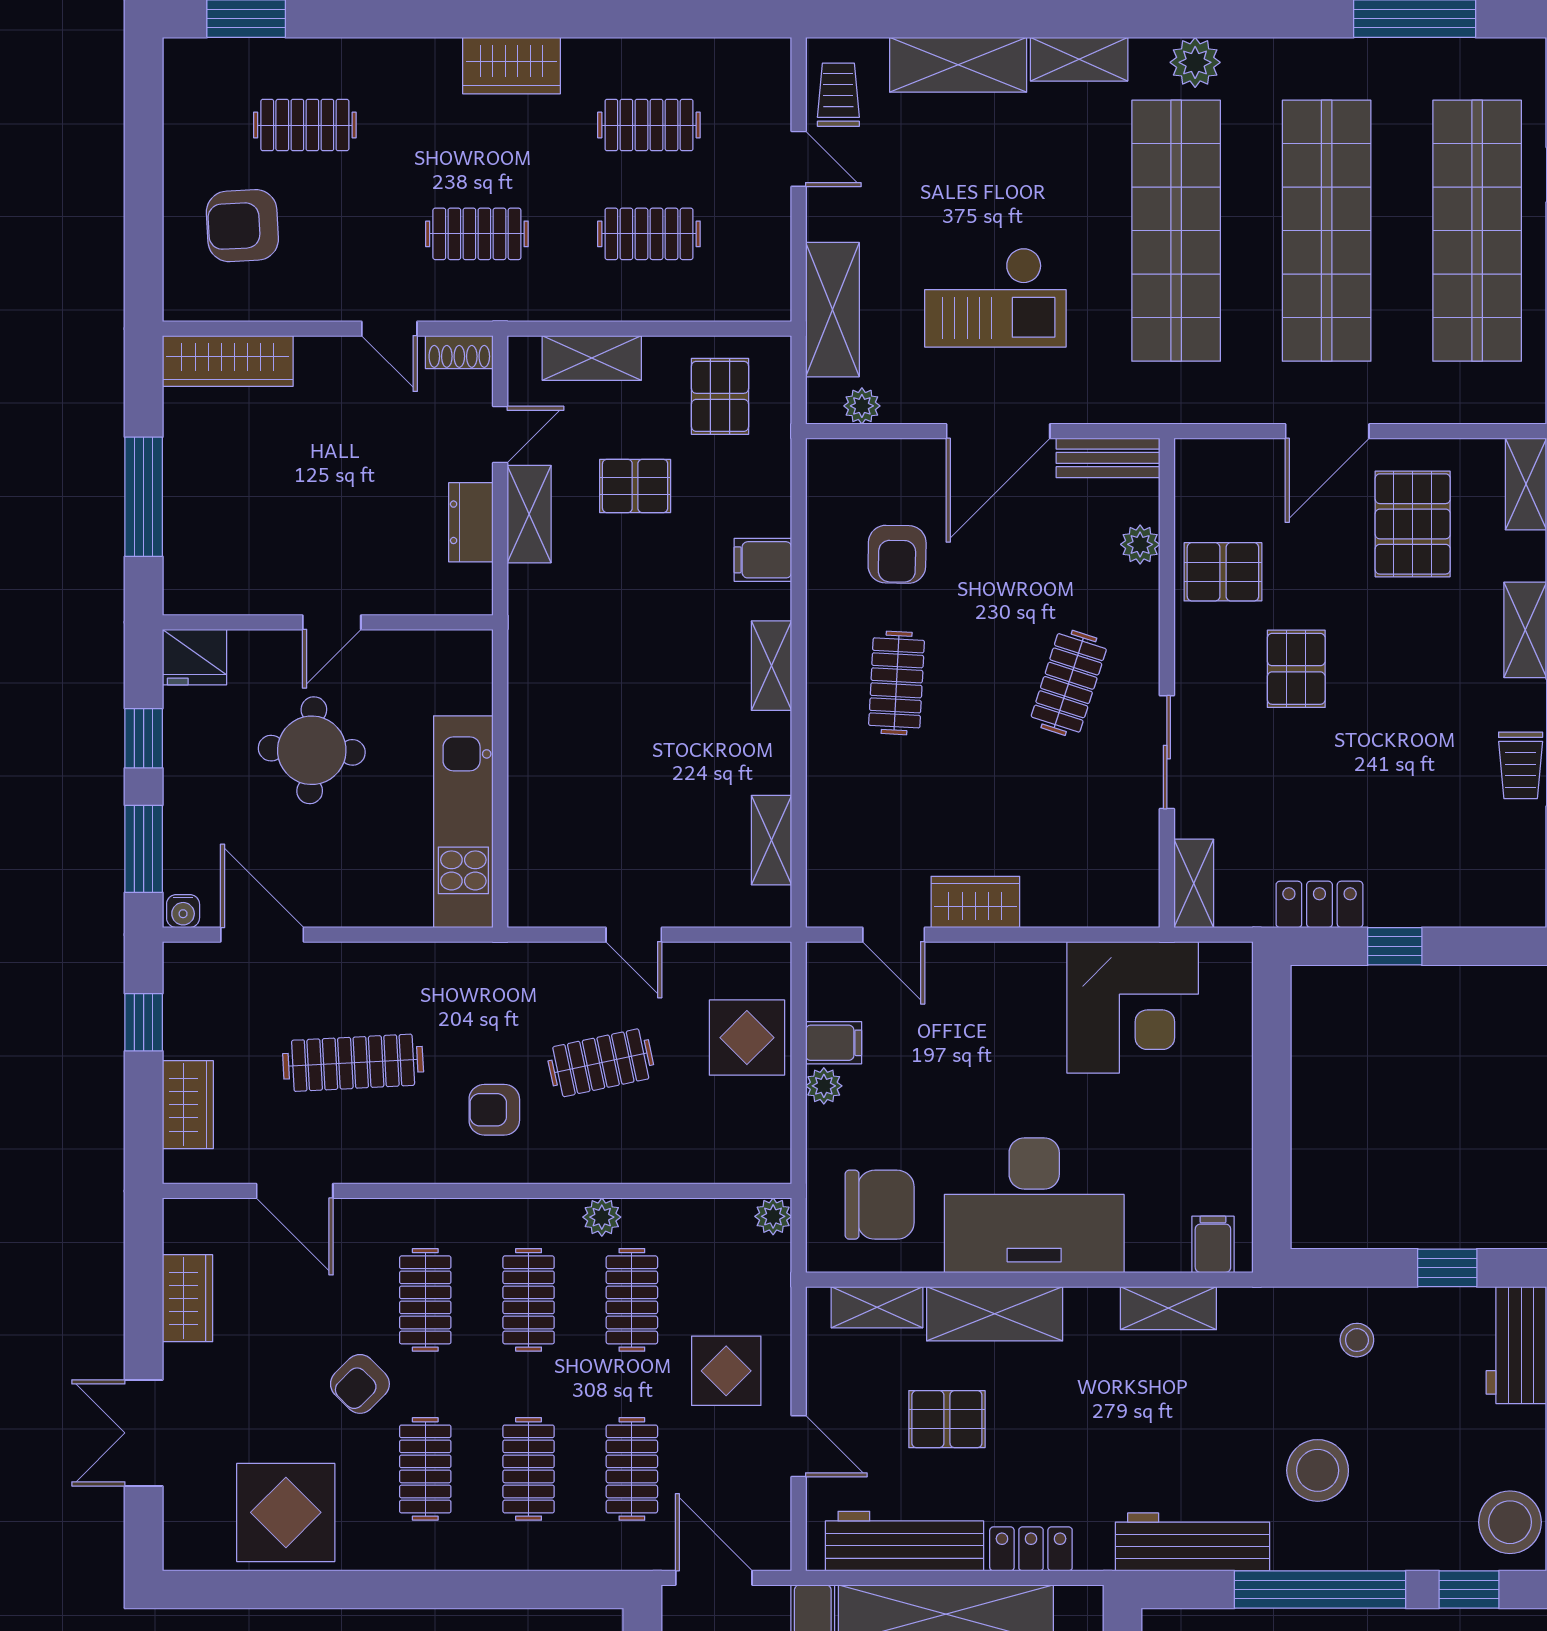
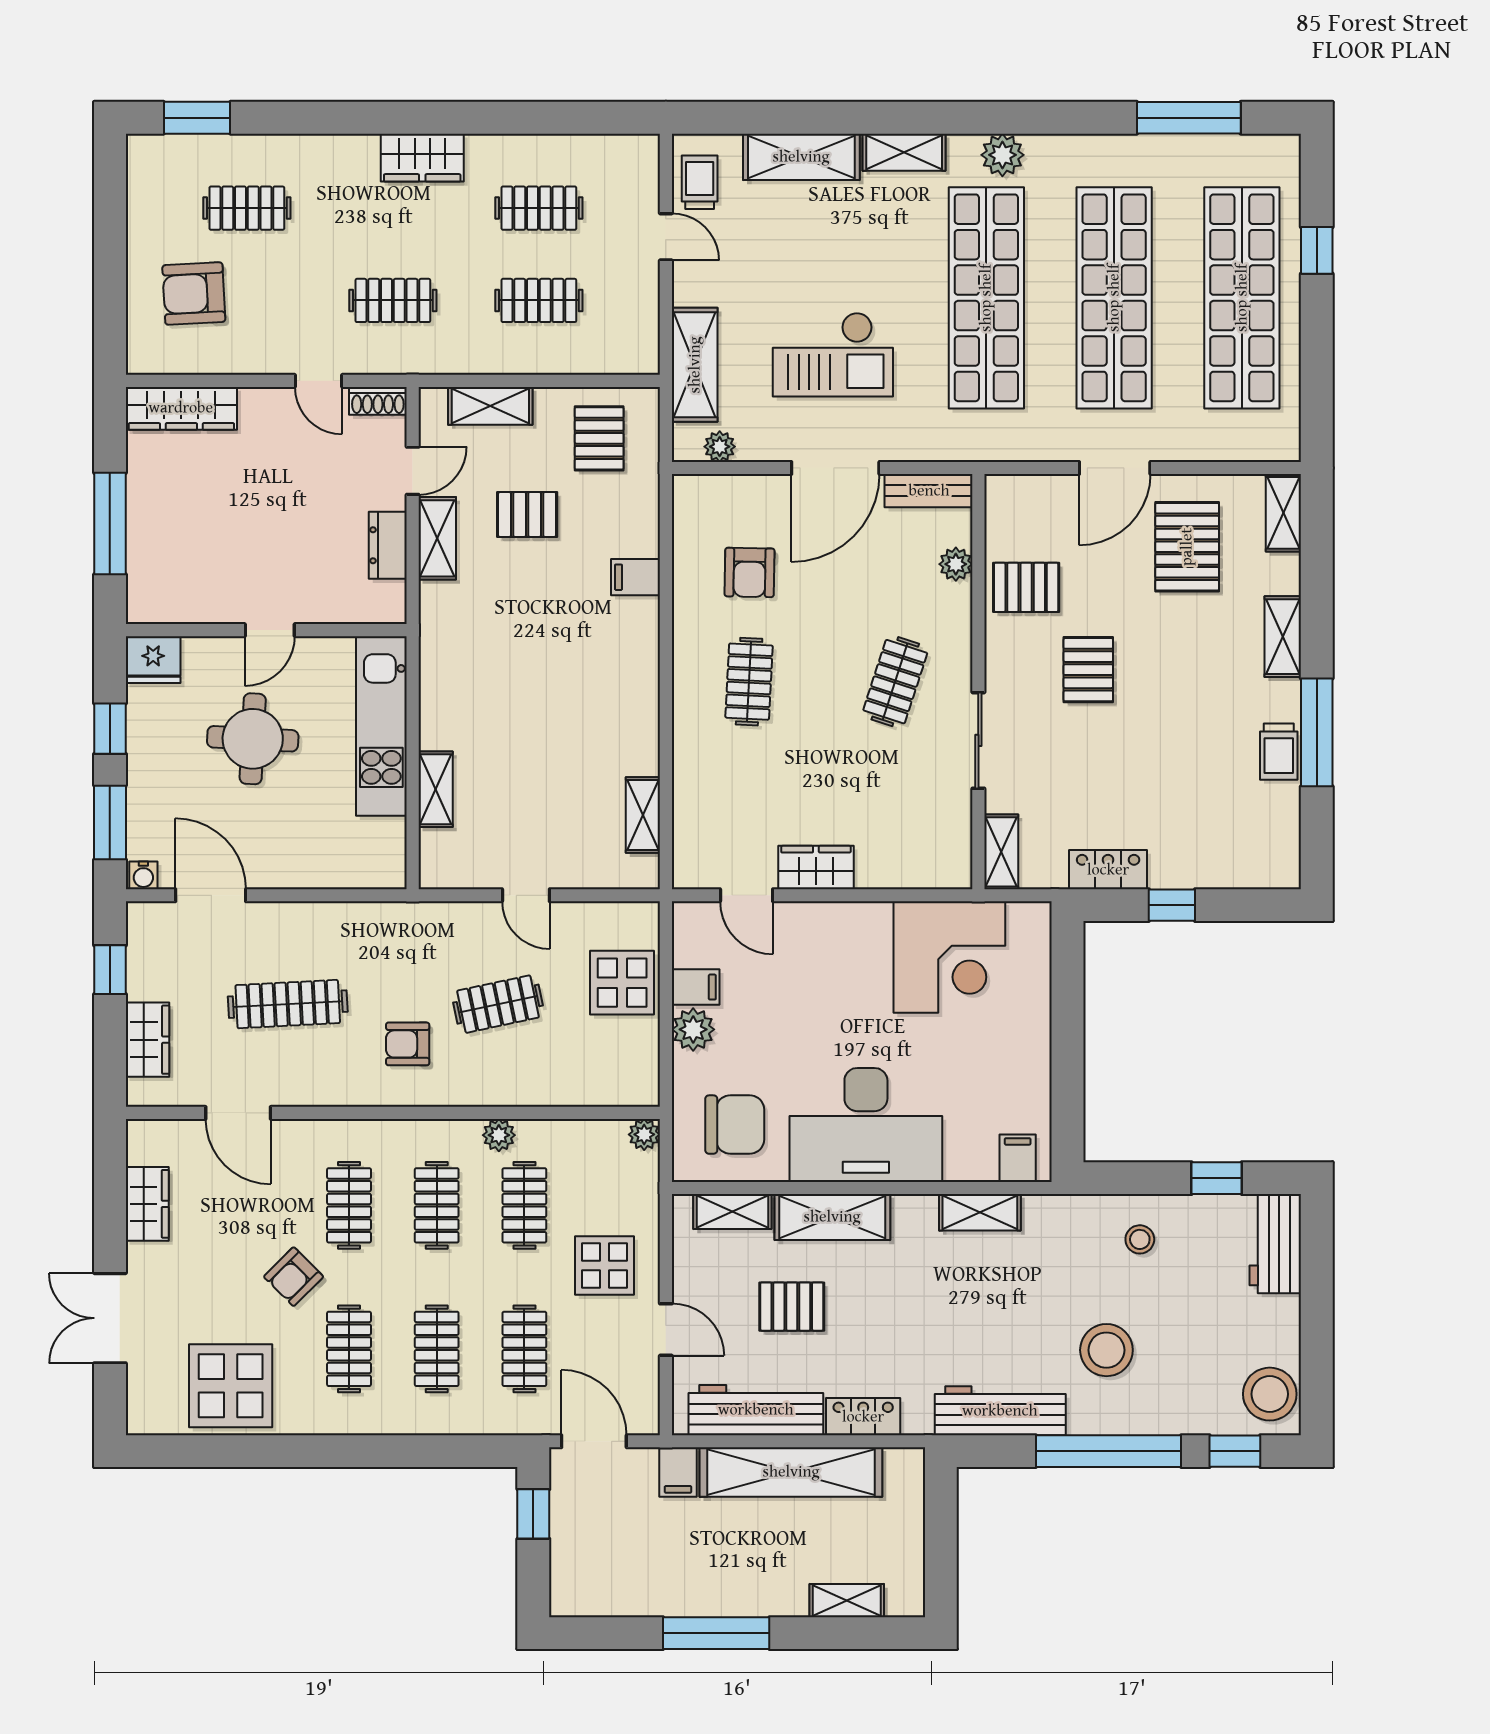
shelving: (771, 666) -> (436, 789), moved
kitchen unit: (463, 822) -> (381, 726), moved
plant: (824, 1086) -> (693, 1029), width x1.38, depth x1.38

